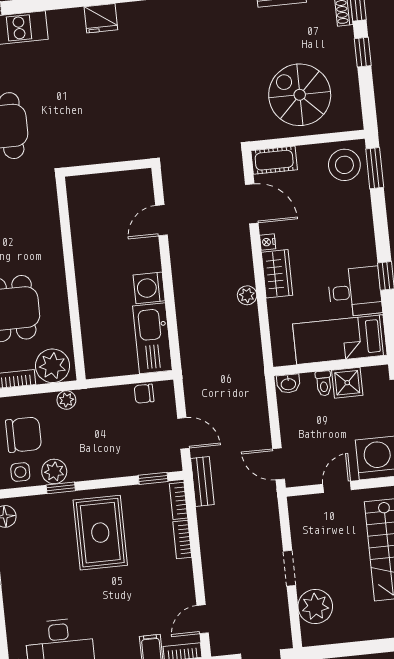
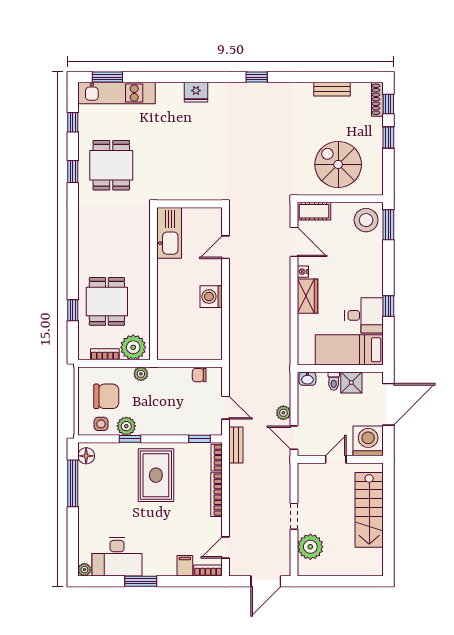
plant: (247, 295) -> (283, 413), moved
kitchen sink: (153, 338) -> (169, 233), moved, turned 180
bookcase: (182, 540) -> (216, 495), width x1.56

